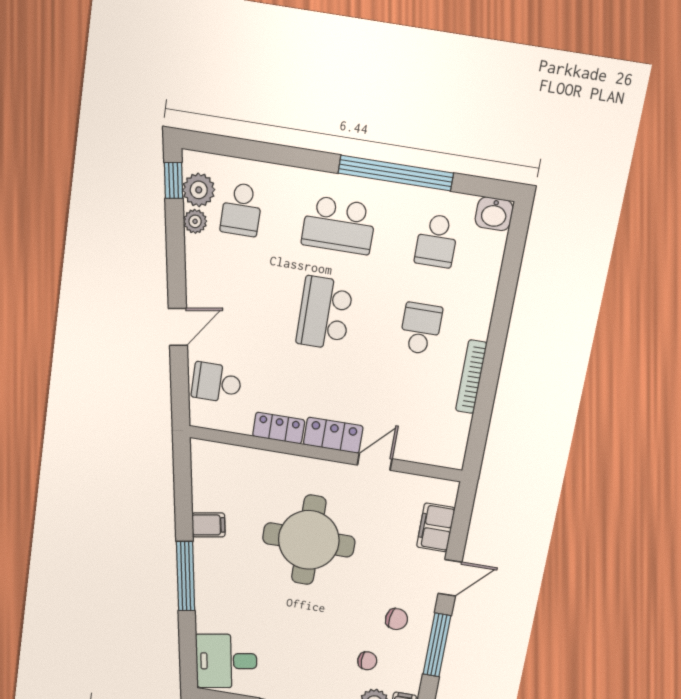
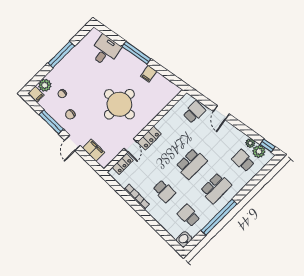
school desk: (339, 225) -> (216, 188), turned 180
school desk: (325, 313) -> (191, 164), turned 90
locker: (279, 428) -> (123, 164), moved
desk: (226, 661) -> (105, 51), moved

